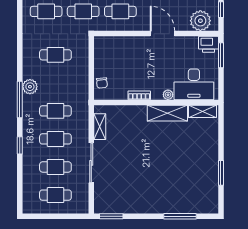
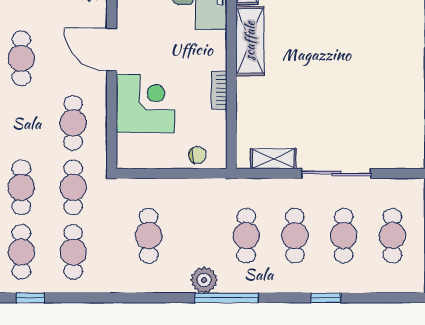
door: (162, 34) -> (112, 50), hinge flipped
corner desk: (131, 53) -> (145, 104), added
plant: (168, 95) -> (218, 40), removed
window: (20, 145) -> (326, 298), moved

